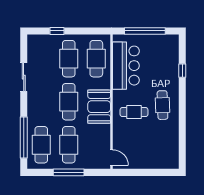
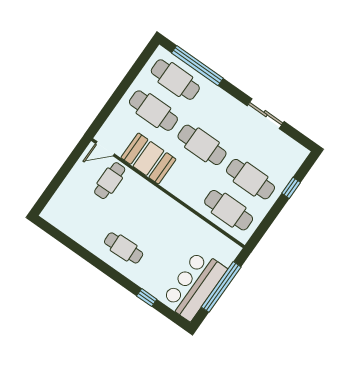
bar counter: (126, 66) -> (194, 285), moved, turned 90
booth: (99, 107) -> (148, 158), moved
cafe table: (134, 112) -> (110, 181), moved
window: (69, 172) -> (122, 88), removed

